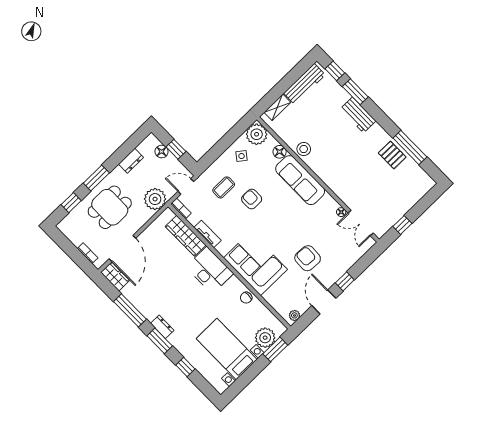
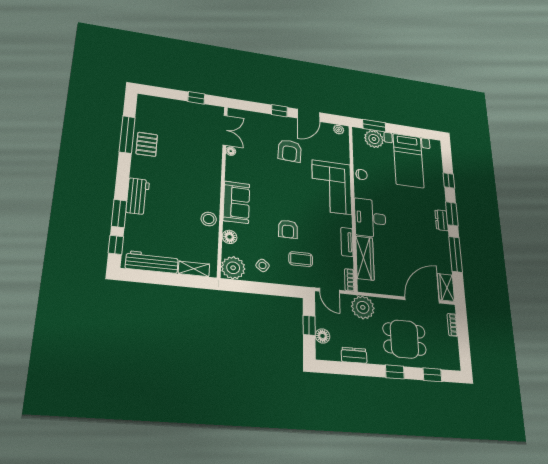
window: (96, 178) -> (395, 372), width x0.67
sofa: (300, 180) -> (236, 202), width x0.73

